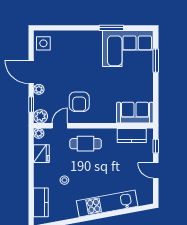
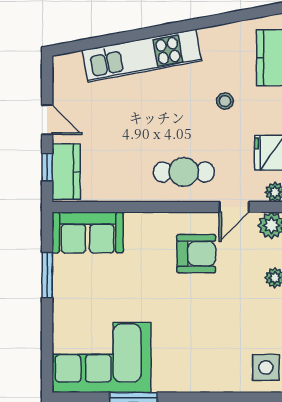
window: (156, 61) -> (47, 275), moved
armchair: (79, 102) -> (196, 254), turned 90
kitchen counter: (132, 135) -> (66, 172), moved, turned 90

